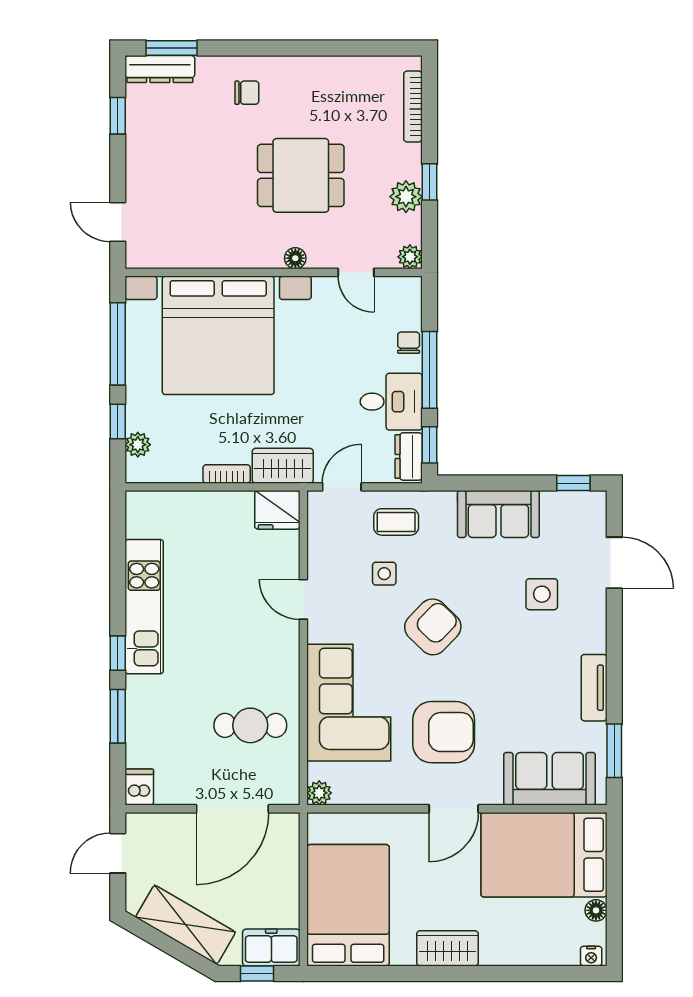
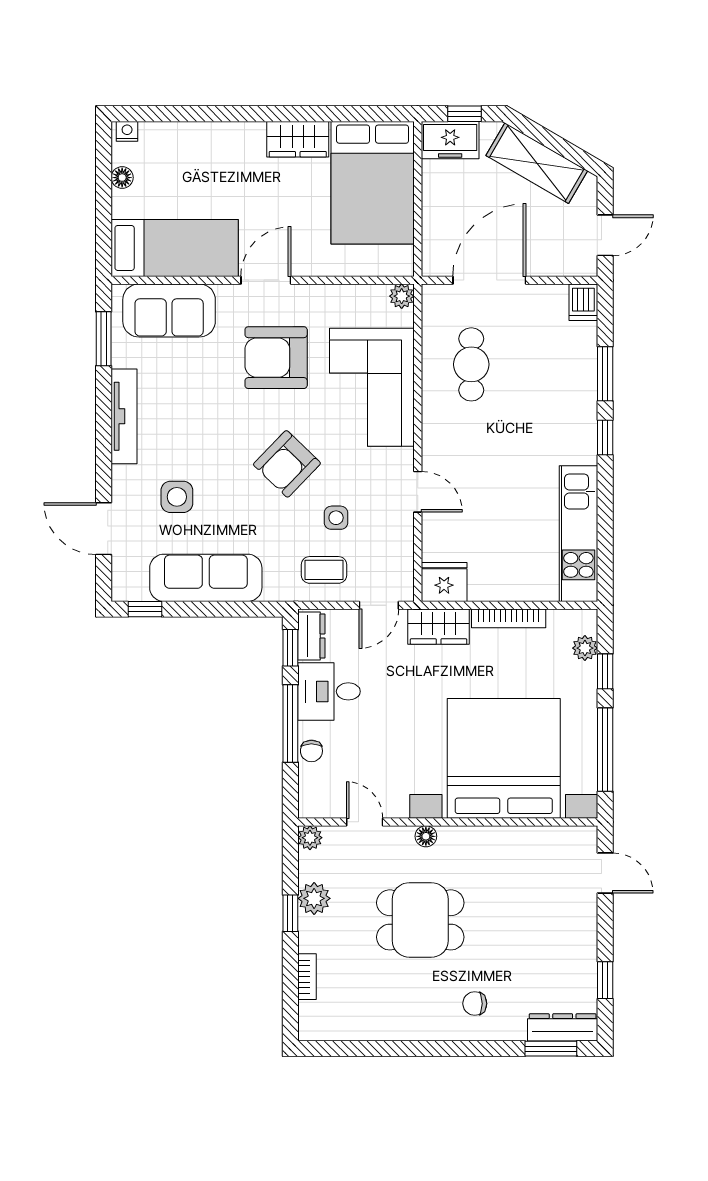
bookcase: (413, 107) -> (307, 977), width x0.64
bookcase: (227, 474) -> (509, 618), width x1.56
sofa: (498, 514) -> (206, 578), width x1.36
kitchen unit: (144, 607) -> (578, 534), moved
tv unit: (594, 688) -> (124, 416), width x1.41
cafe table: (250, 725) -> (471, 364), turned 90
bed: (544, 855) -> (175, 248), width x0.67
wardrobe: (448, 948) -> (298, 139), moved

